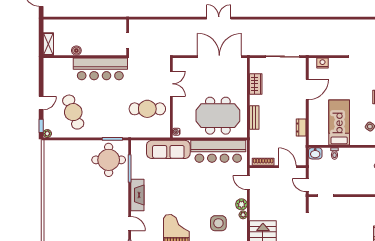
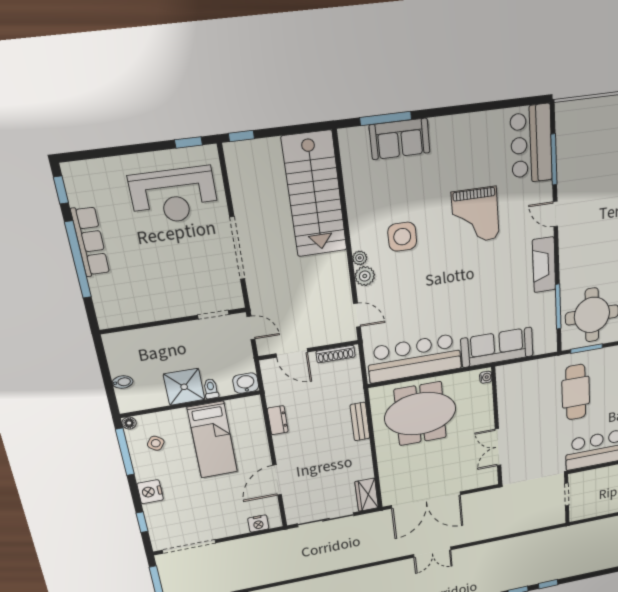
wardrobe: (256, 84) -> (367, 495), moved
cafe table: (147, 109) -> (576, 392), moved, turned 90
shower: (348, 157) -> (184, 387), added

